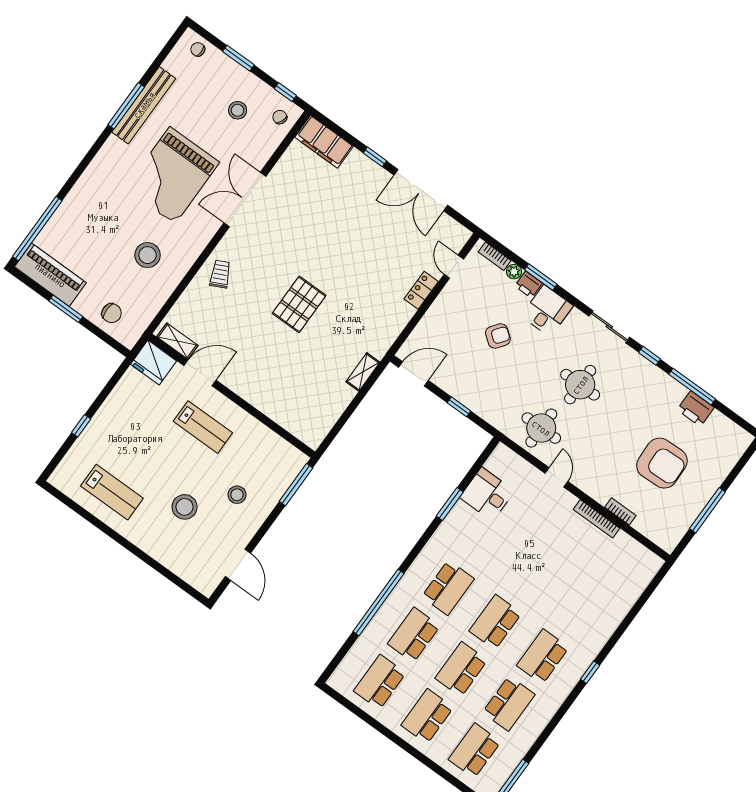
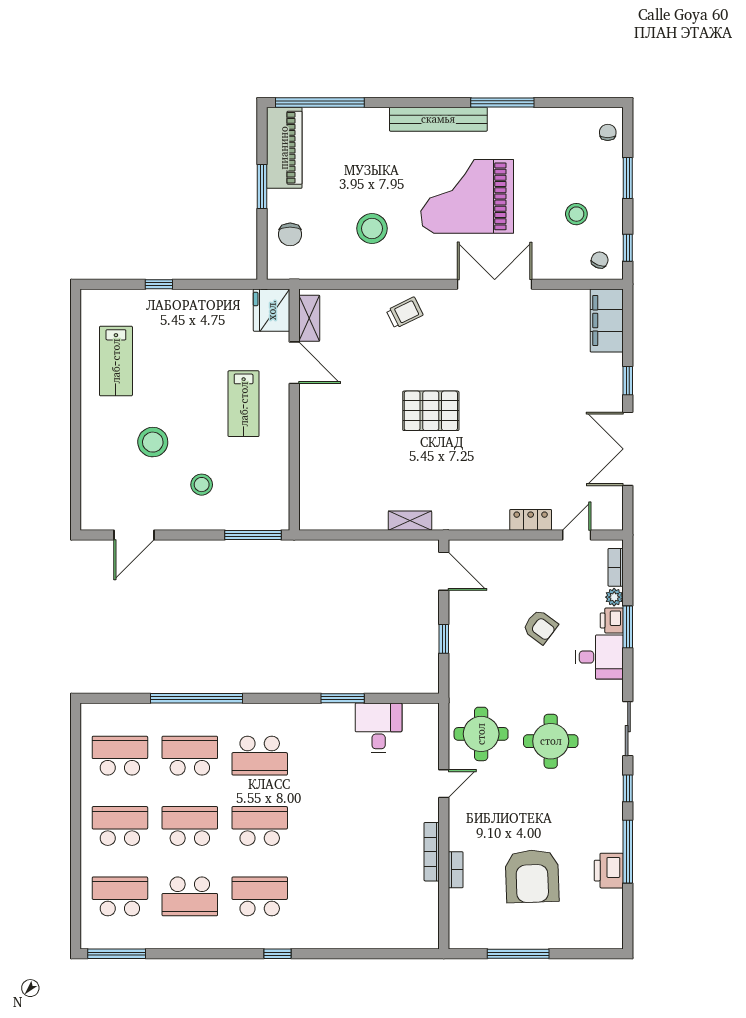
bench: (144, 105) -> (438, 119), moved

